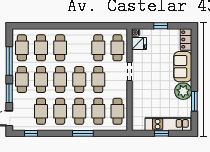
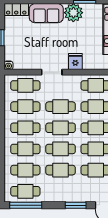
fridge: (139, 43) -> (75, 62), moved
window: (9, 61) -> (26, 205), moved
cafe table: (22, 80) -> (25, 128), moved

